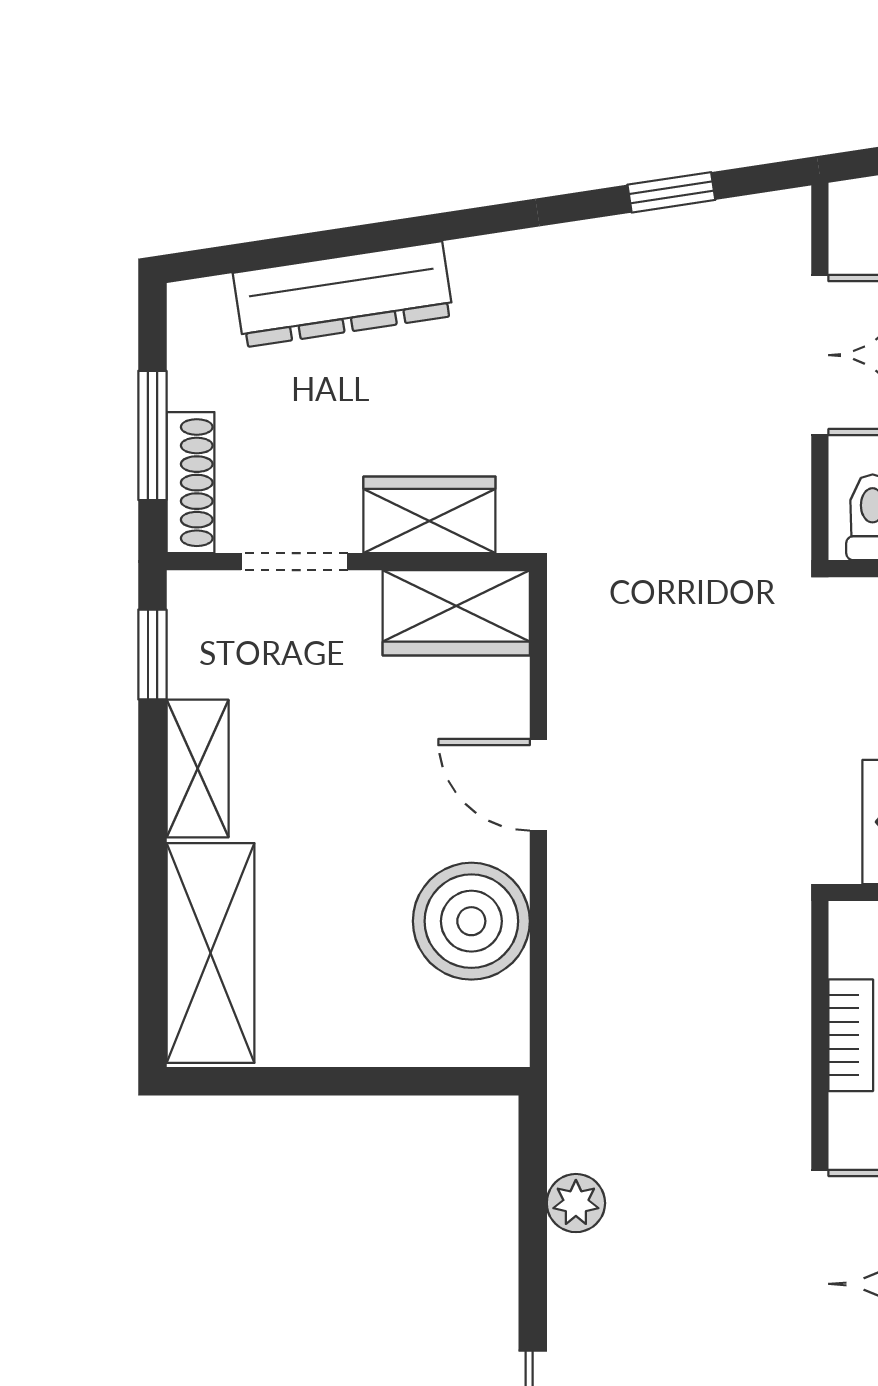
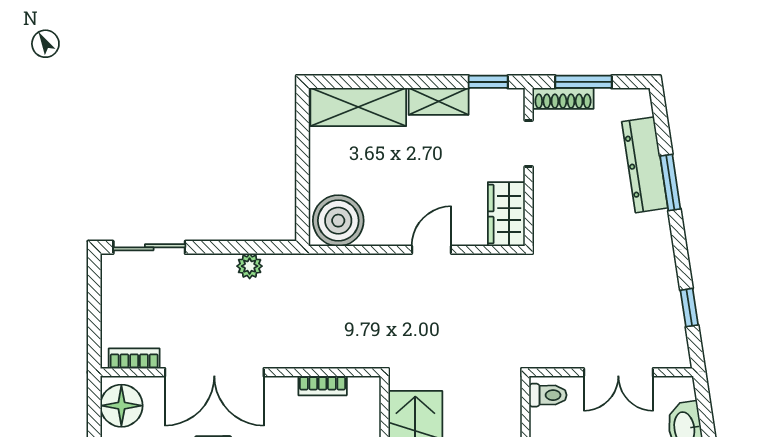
window: (384, 236) -> (670, 182), added
wardrobe: (429, 515) -> (549, 202), removed
boiler: (471, 921) -> (338, 221), moved

